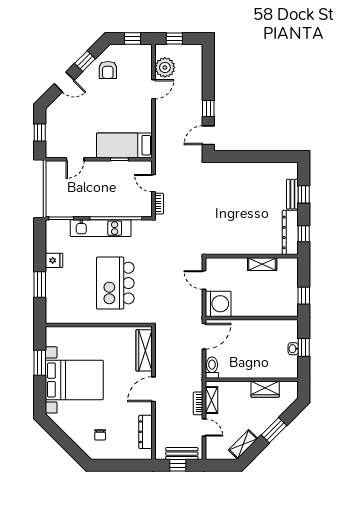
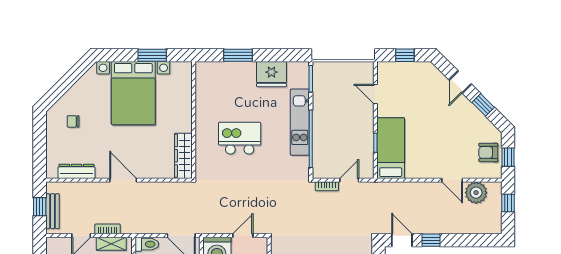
armchair: (108, 70) -> (488, 152), moved
fridge: (54, 260) -> (271, 74), width x1.88, depth x1.34
kitchen island: (115, 283) -> (240, 138), width x0.73, depth x0.78
wardrobe: (144, 350) -> (183, 156), moved, turned -90

